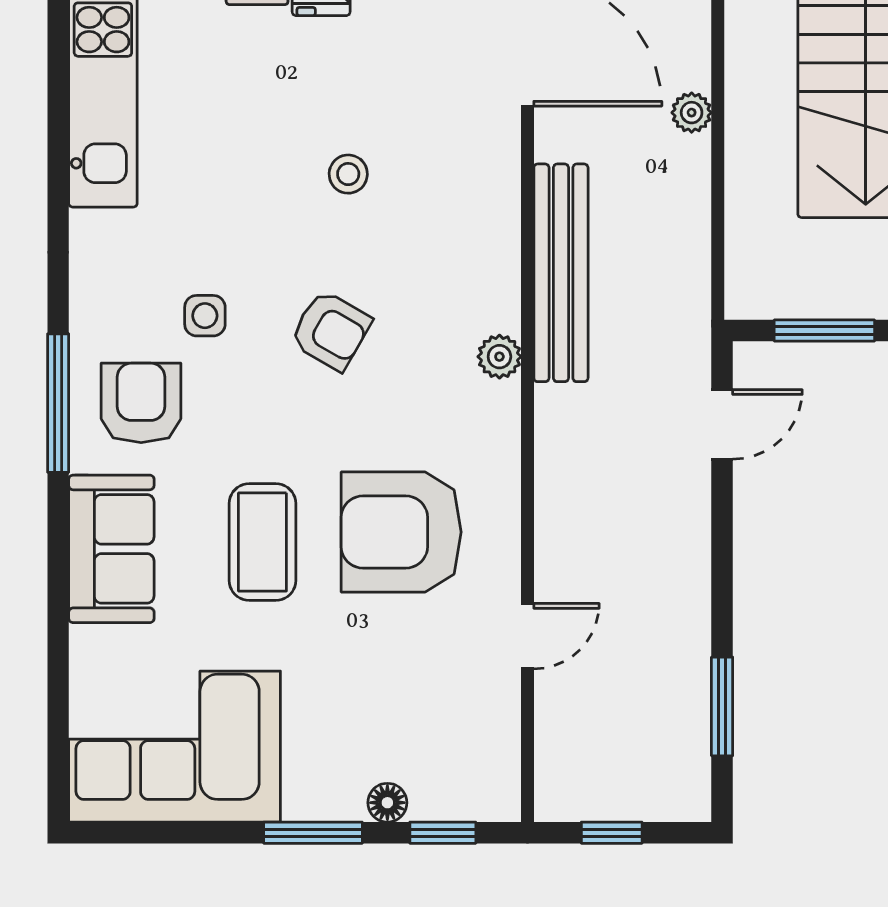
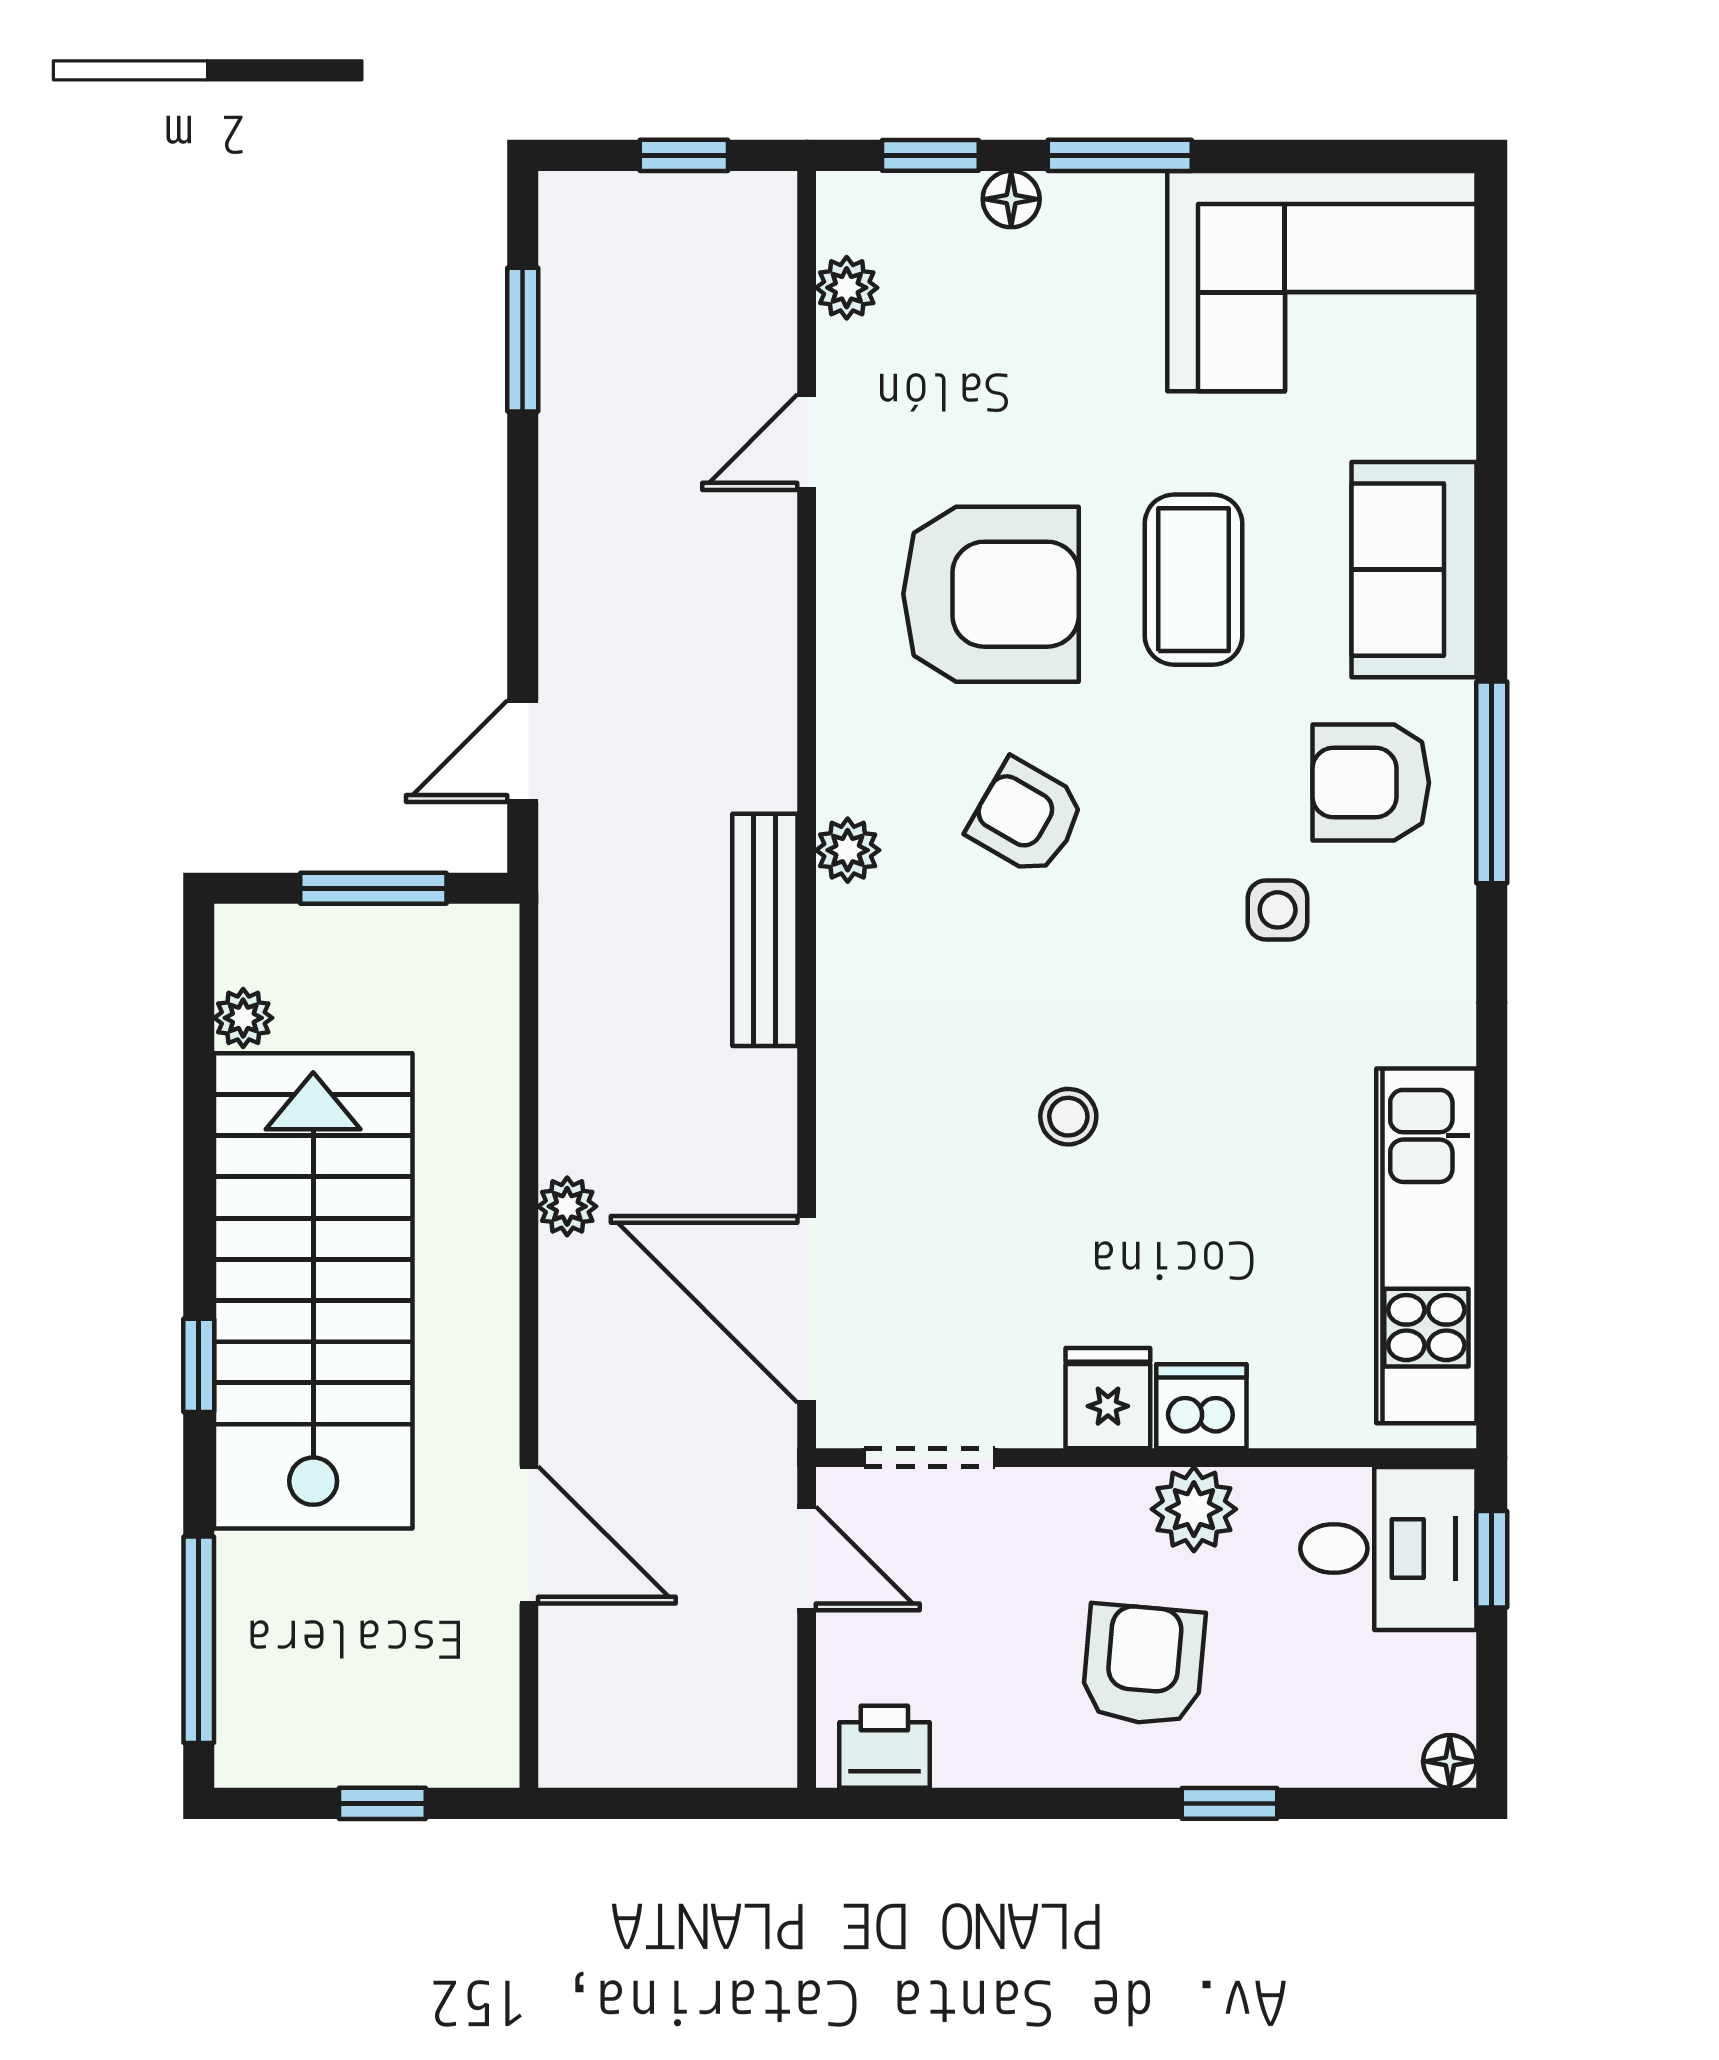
bench: (561, 273) -> (765, 930), width x0.73, depth x0.82
armchair: (331, 330) -> (1027, 817), moved
armchair: (141, 403) -> (1371, 783), turned 90
plant: (500, 742) -> (847, 288), added

